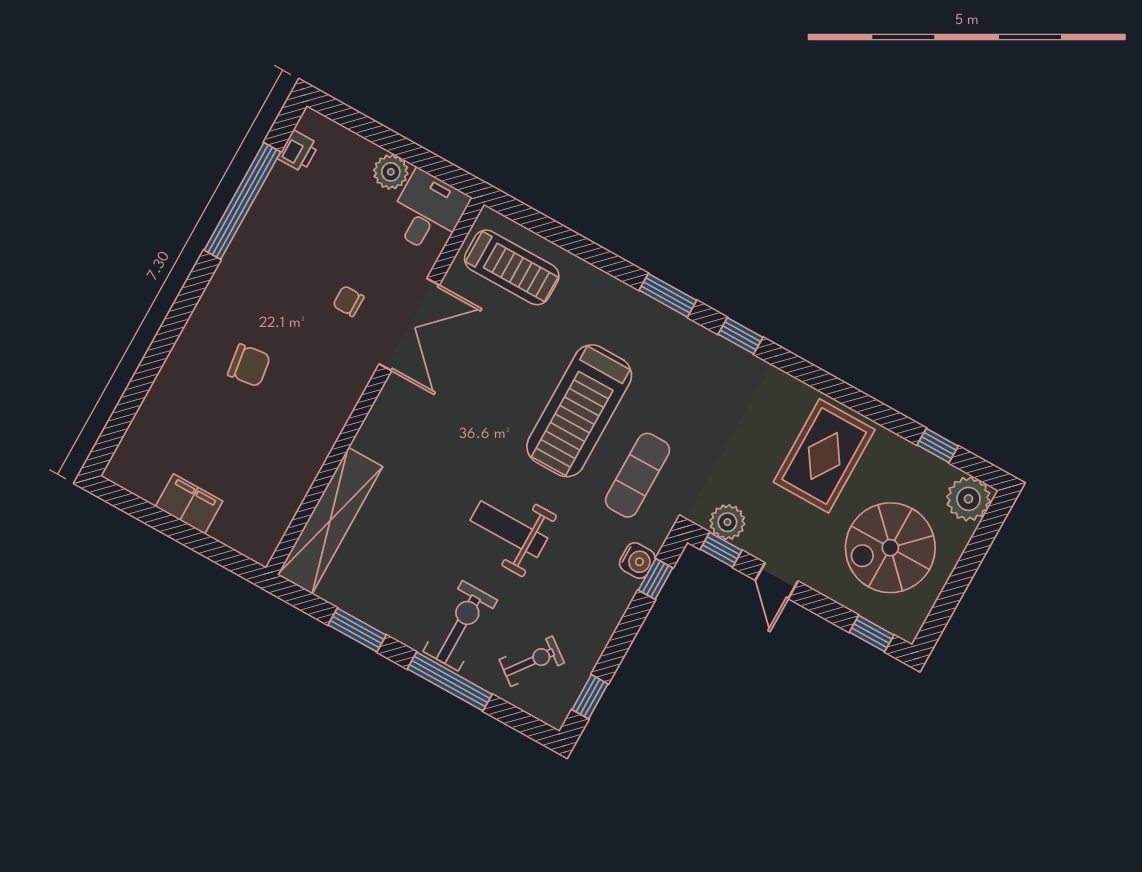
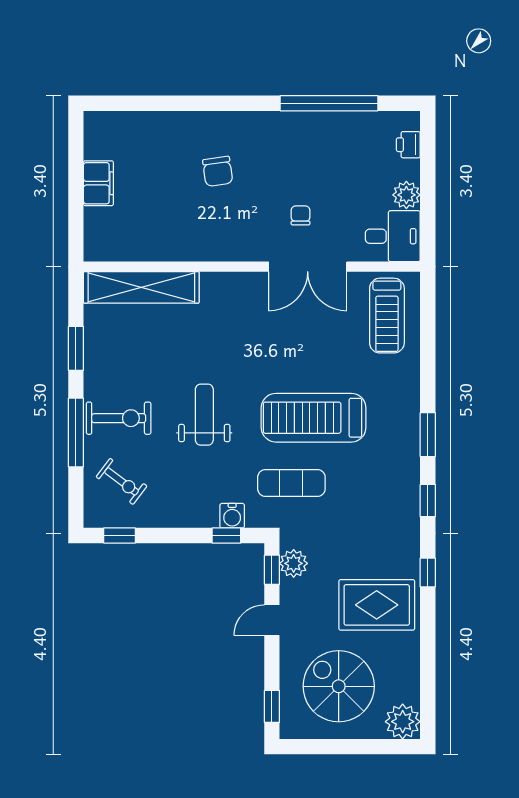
printer: (298, 151) -> (408, 145), moved, turned 90
window: (938, 445) -> (428, 573), moved

